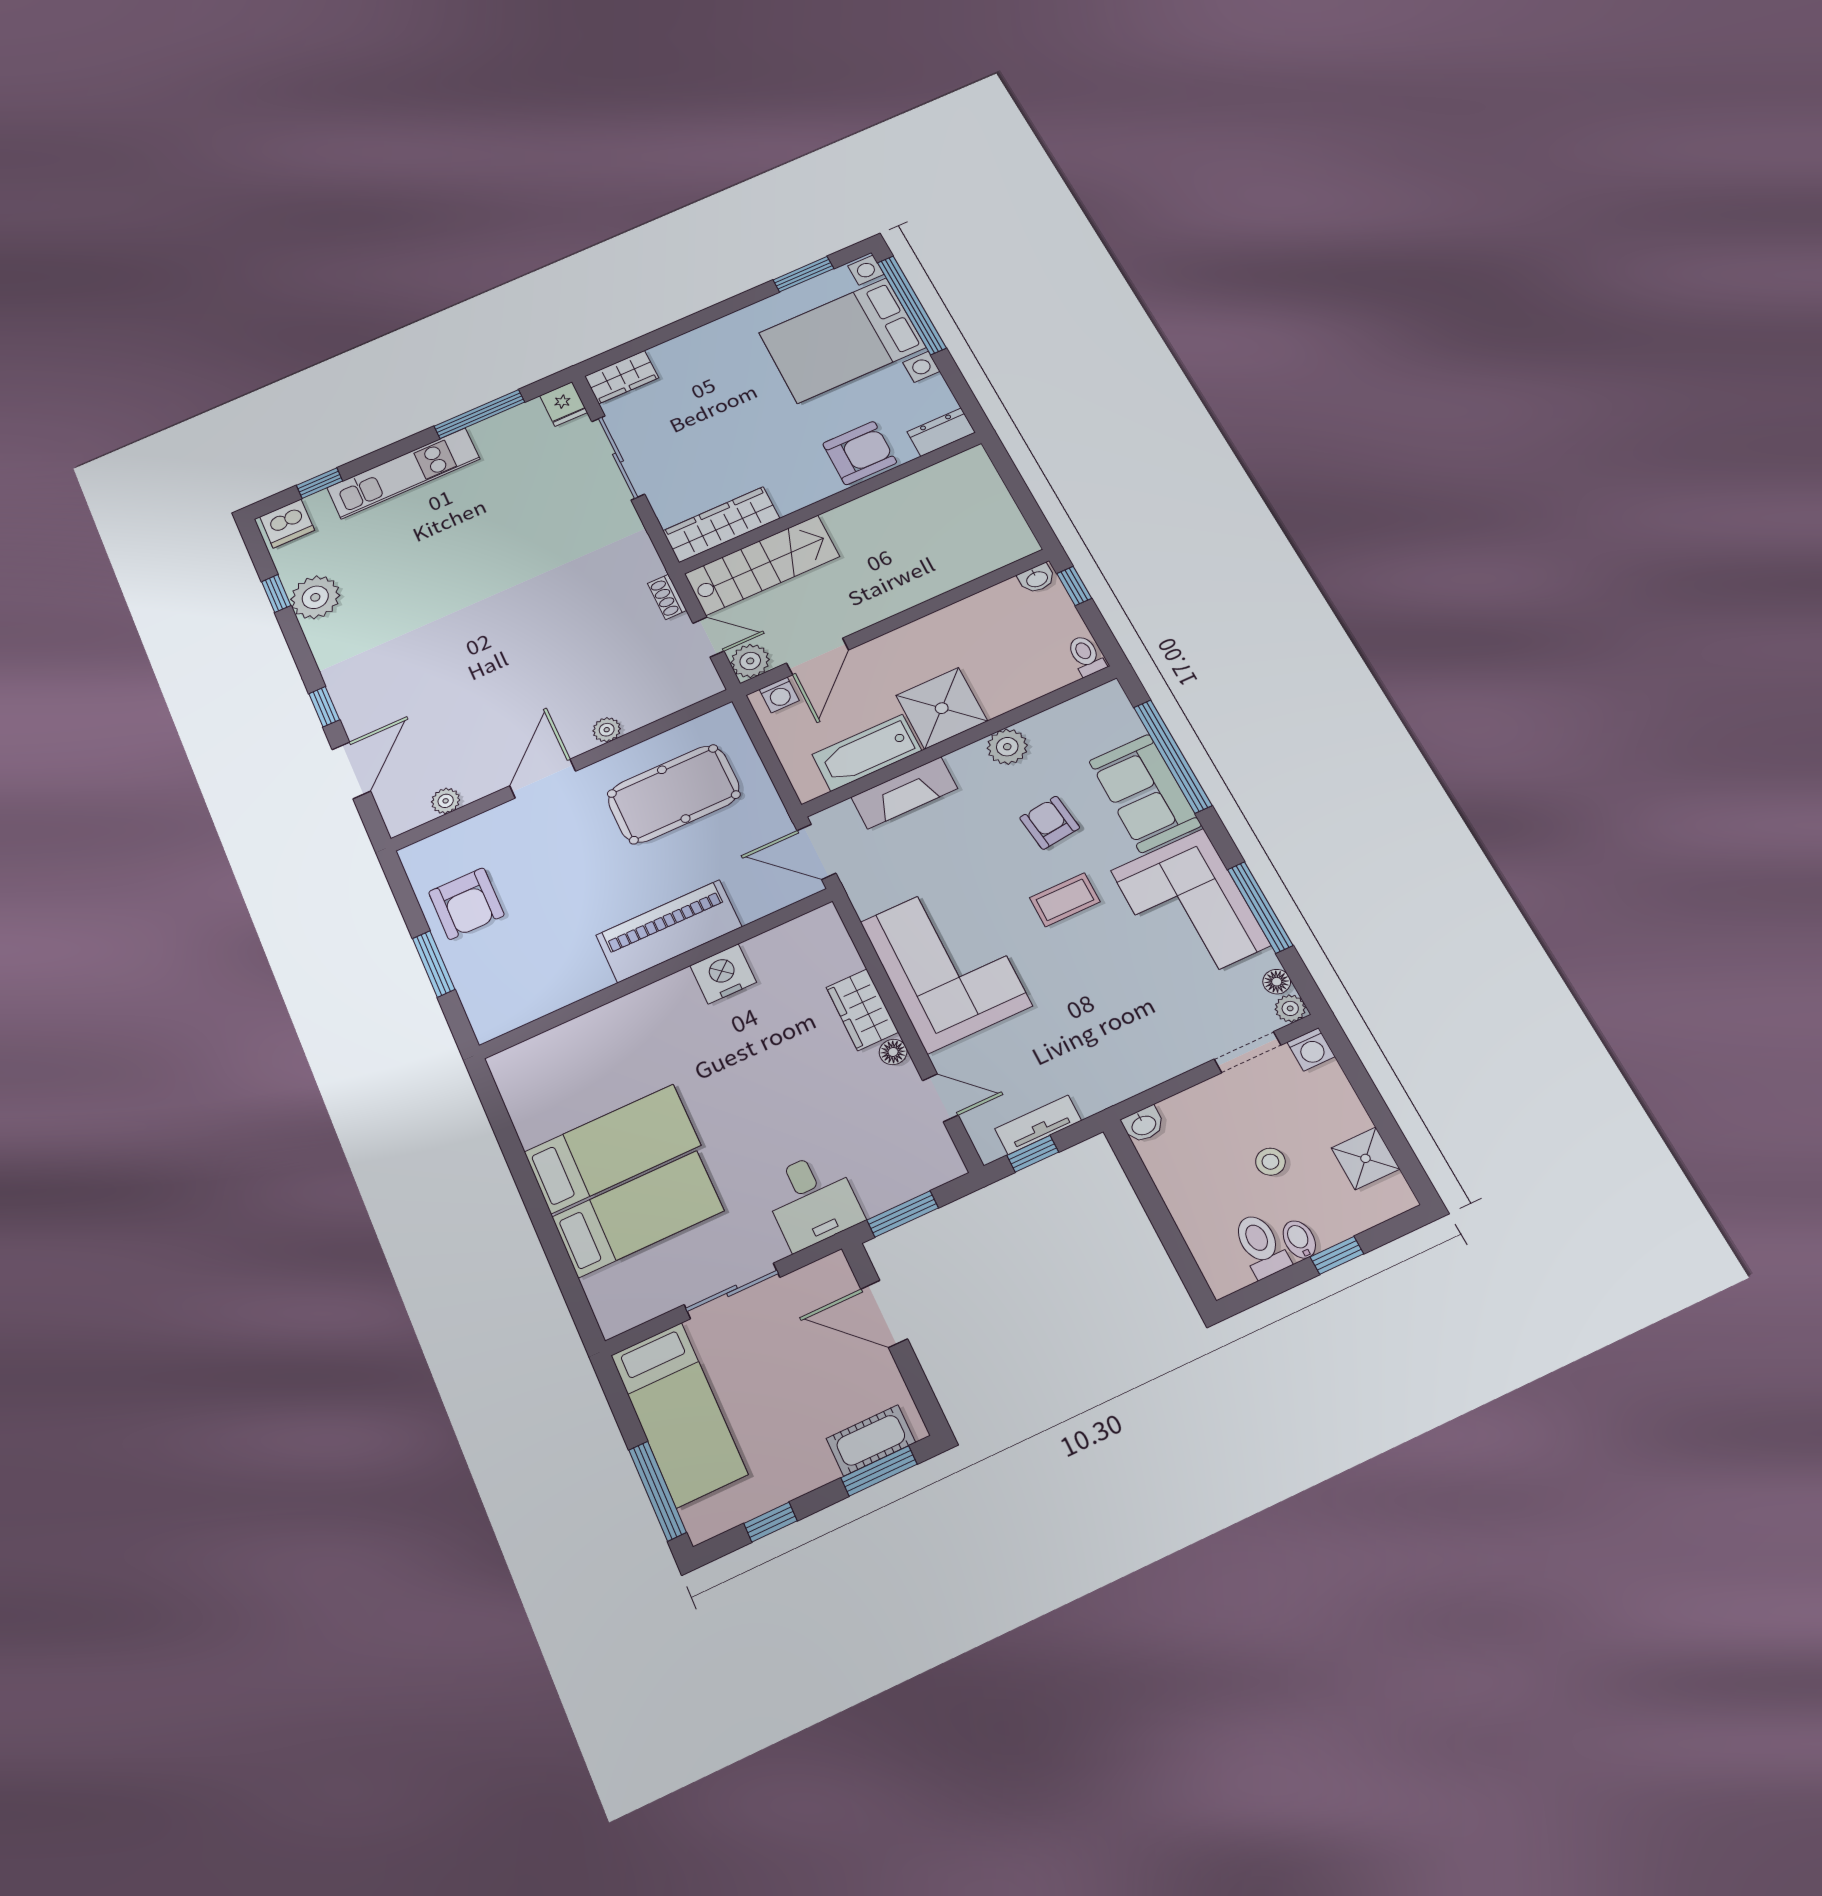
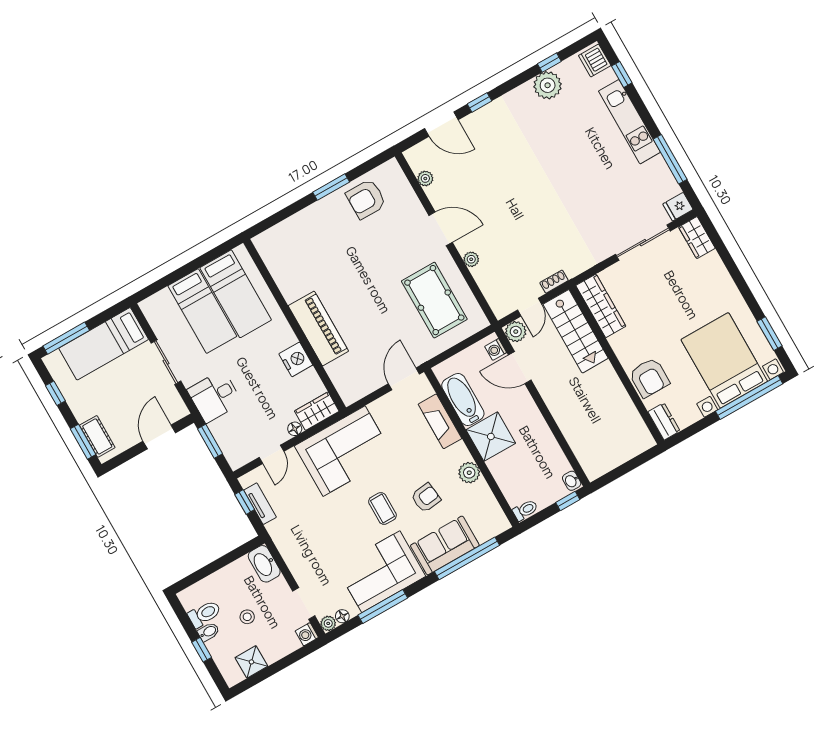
piano: (669, 931) -> (318, 329), moved
wall: (657, 973) -> (295, 325), moved
nightstand: (723, 974) -> (296, 359), moved
washbasin: (1143, 1125) -> (264, 564), width x1.91, depth x1.45

